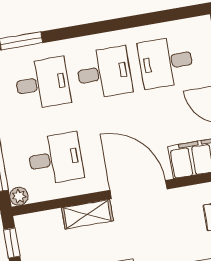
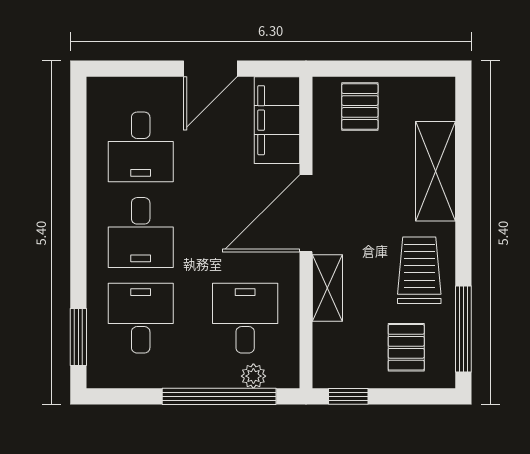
desk: (104, 73) -> (141, 233), turned 180
plant: (19, 196) -> (253, 376), moved

